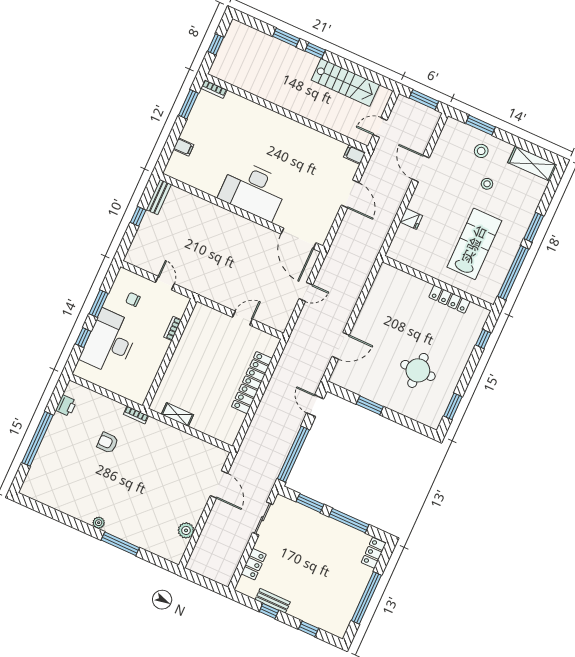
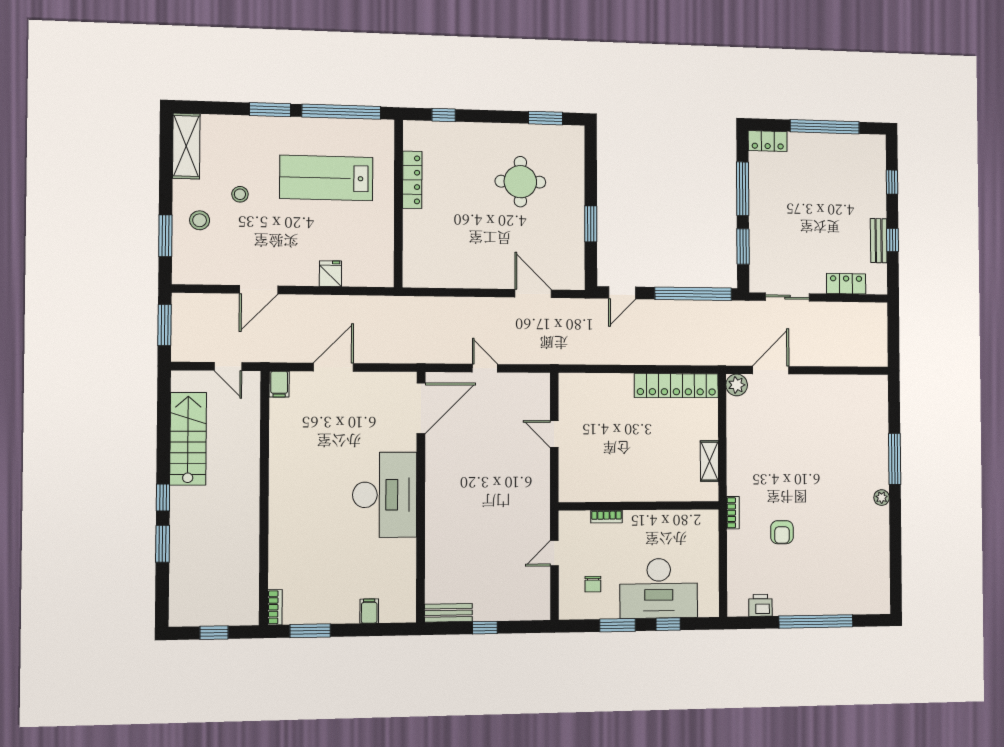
locker: (252, 383) -> (676, 386), moved
plant: (186, 530) -> (737, 385), moved

